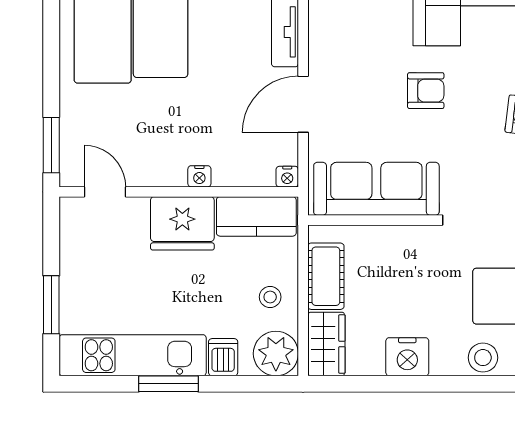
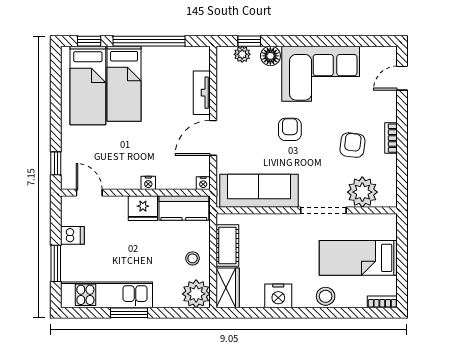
armchair: (426, 91) -> (290, 129), turned -90
window: (51, 145) -> (56, 163), width x0.67
fridge: (182, 223) -> (143, 208), width x0.73, depth x0.75
dishwasher: (223, 357) -> (72, 235), moved, turned 90

